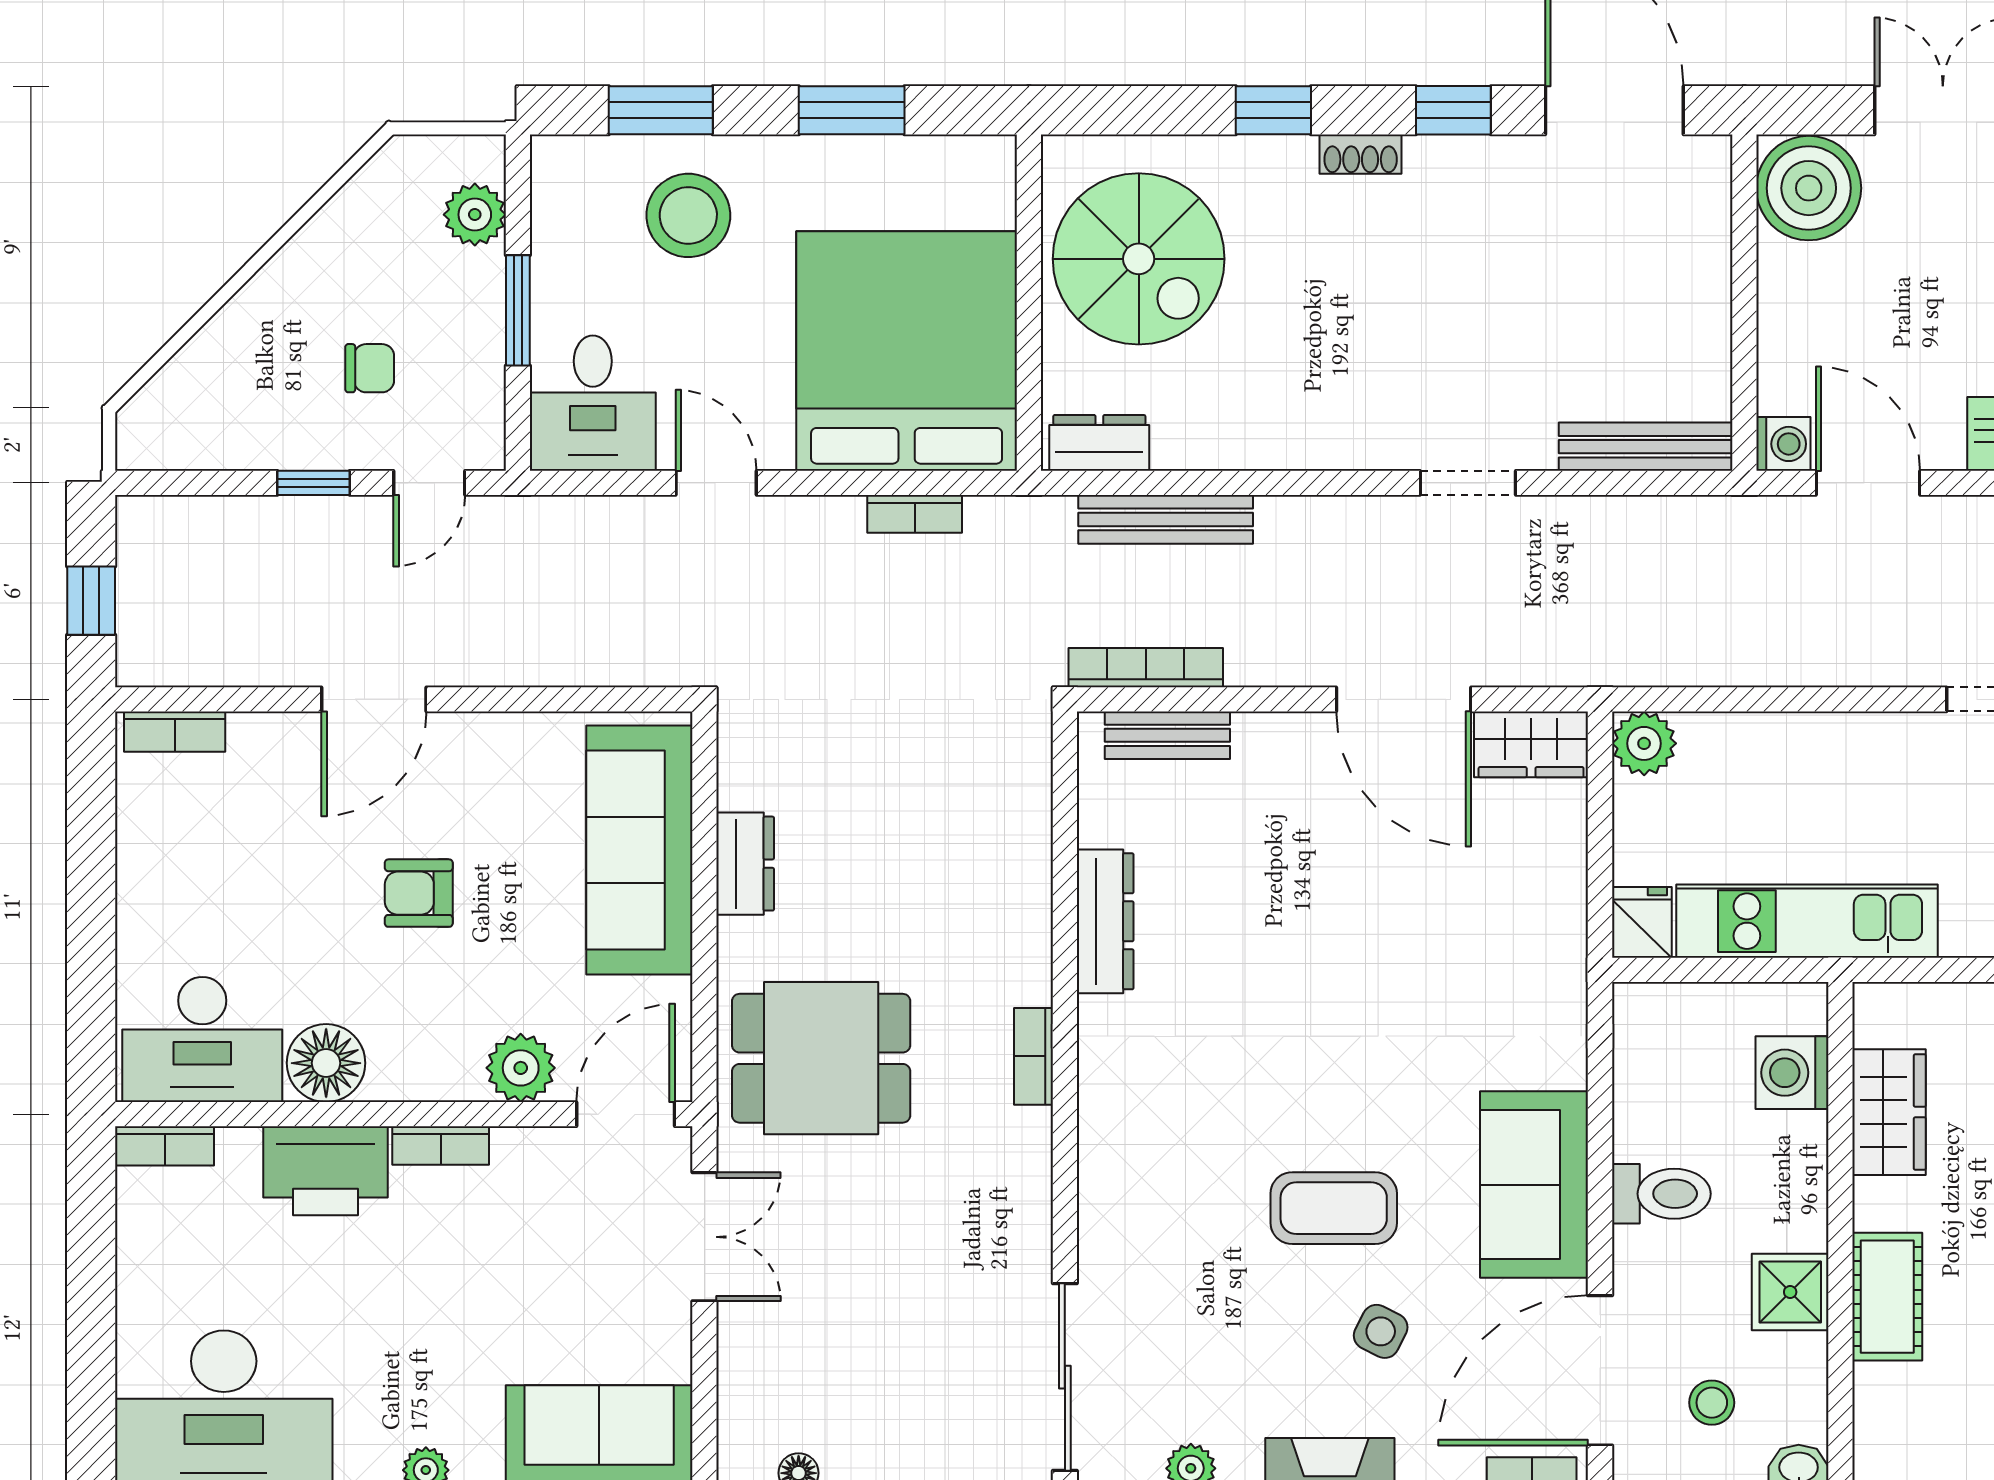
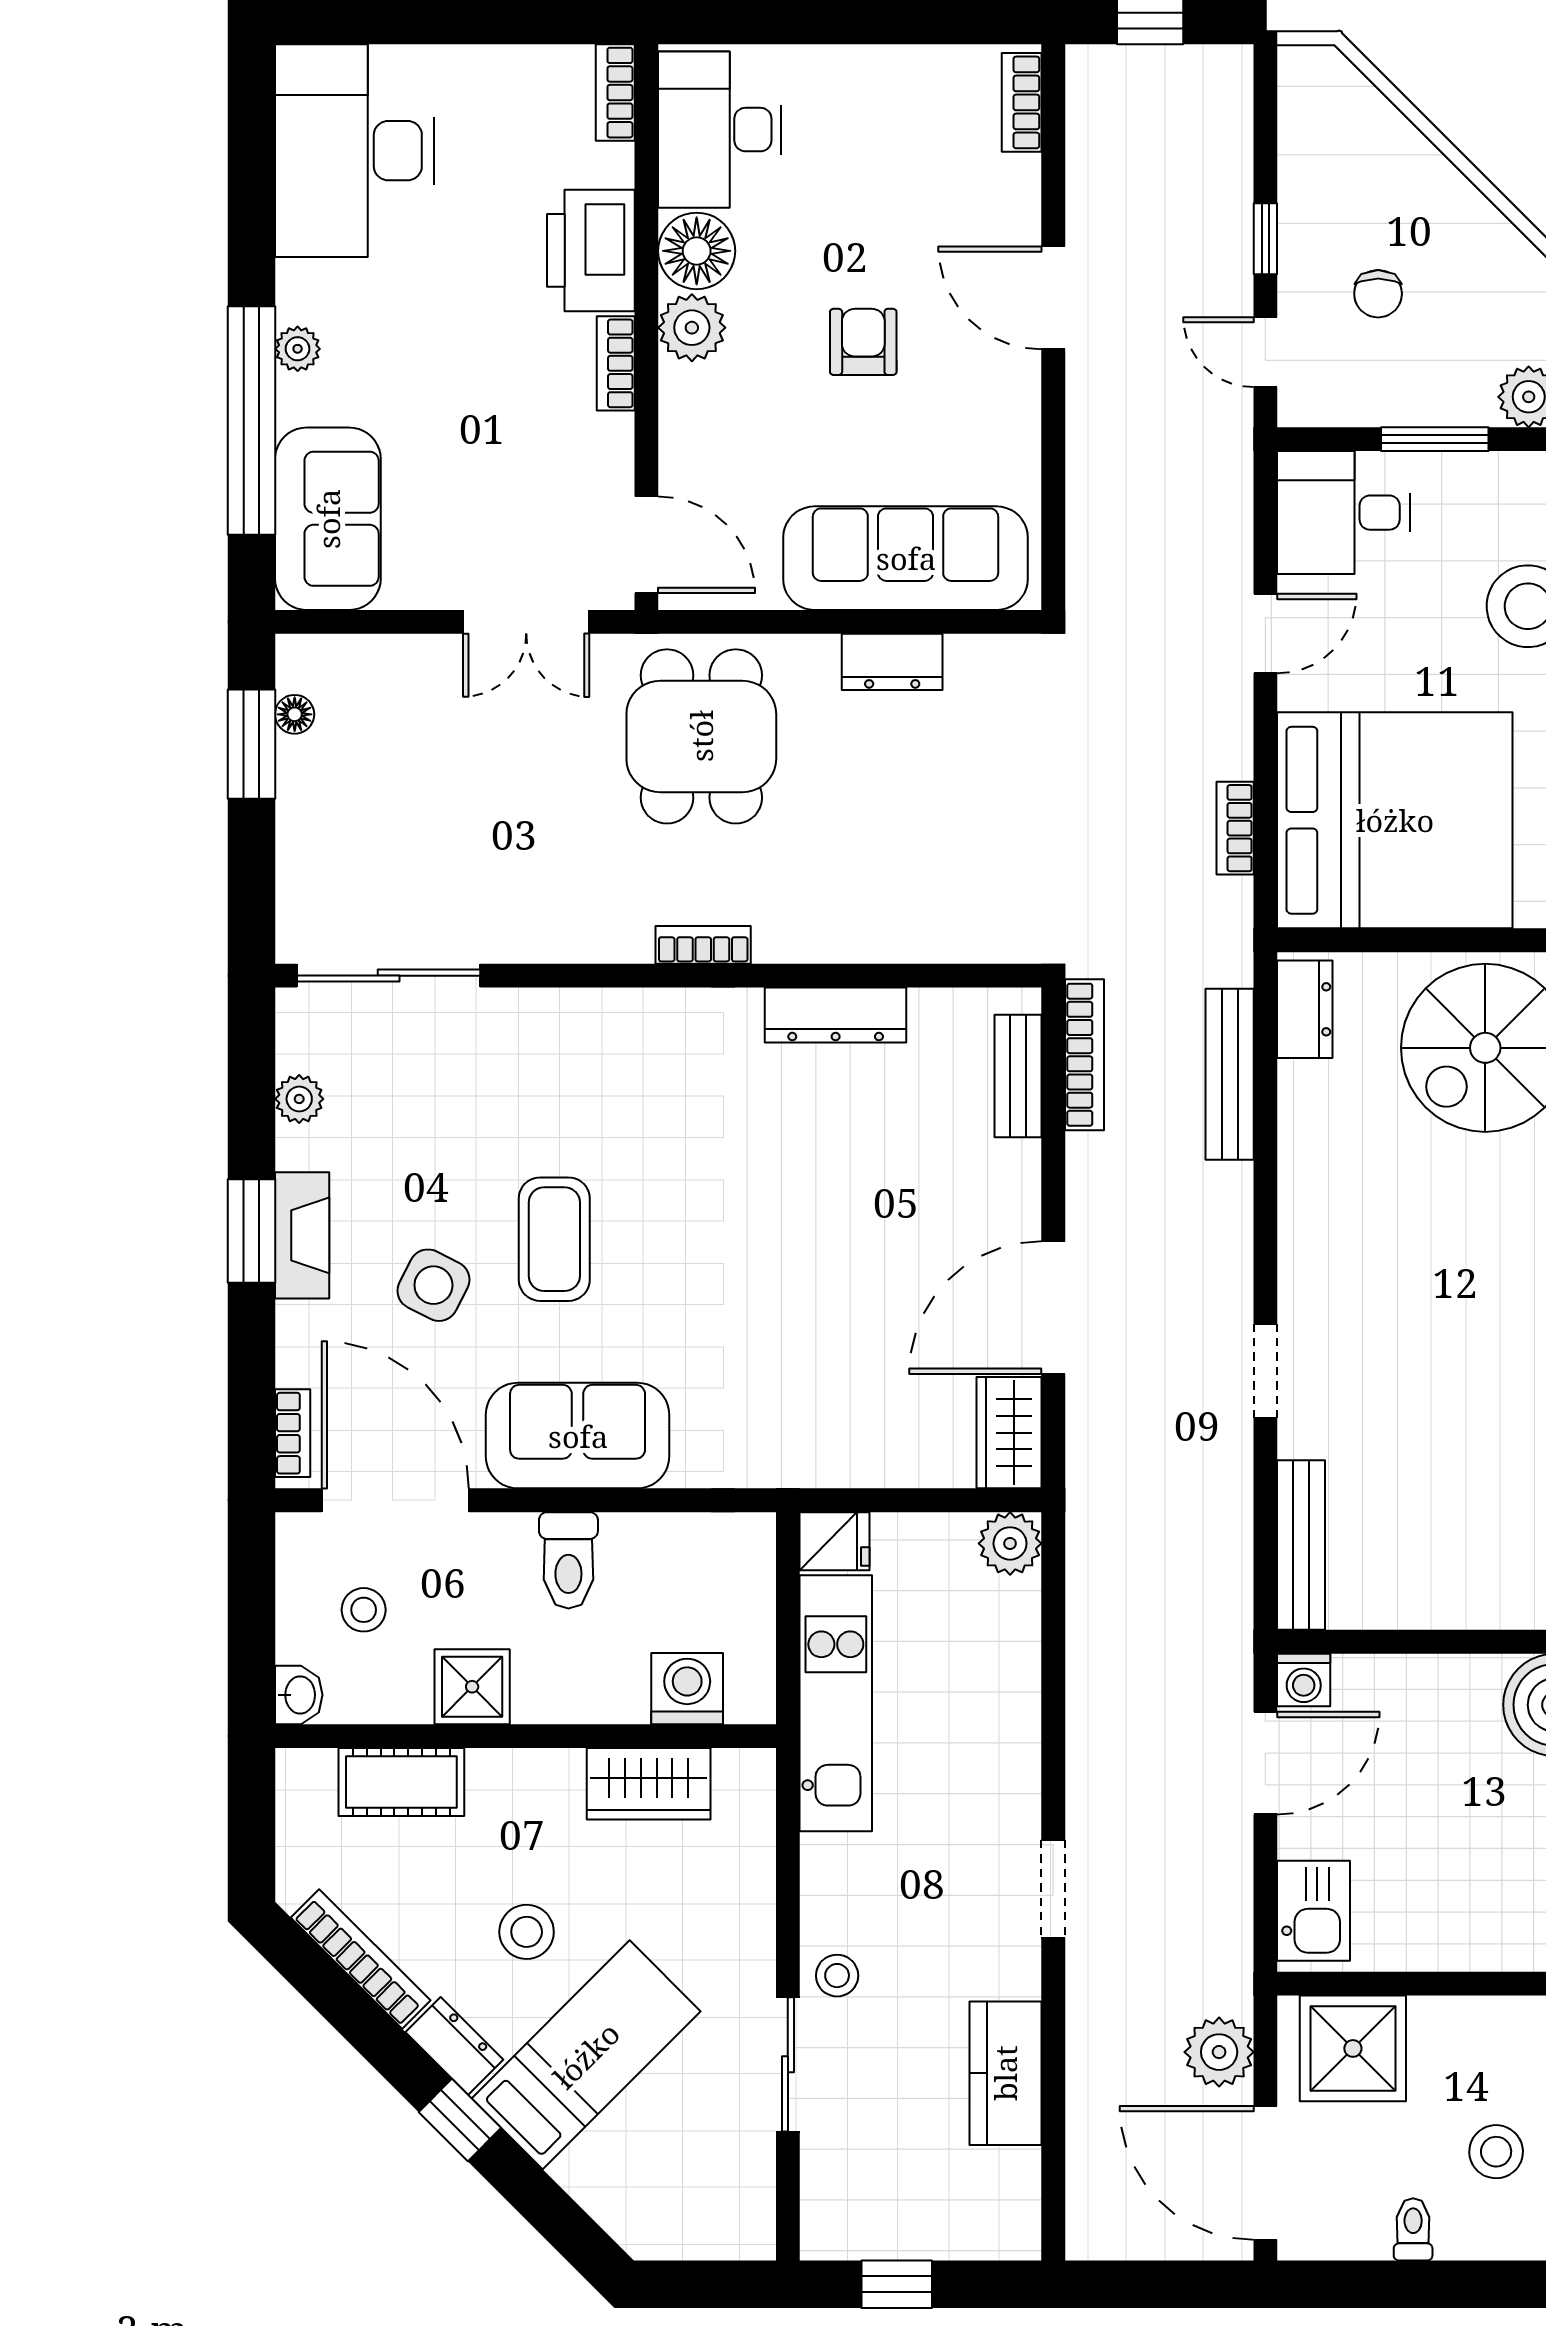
plant: (521, 1068) -> (692, 328), moved
cot: (1887, 1297) -> (401, 1782), moved
side table: (1381, 1331) -> (433, 1285), width x1.37, depth x1.37

